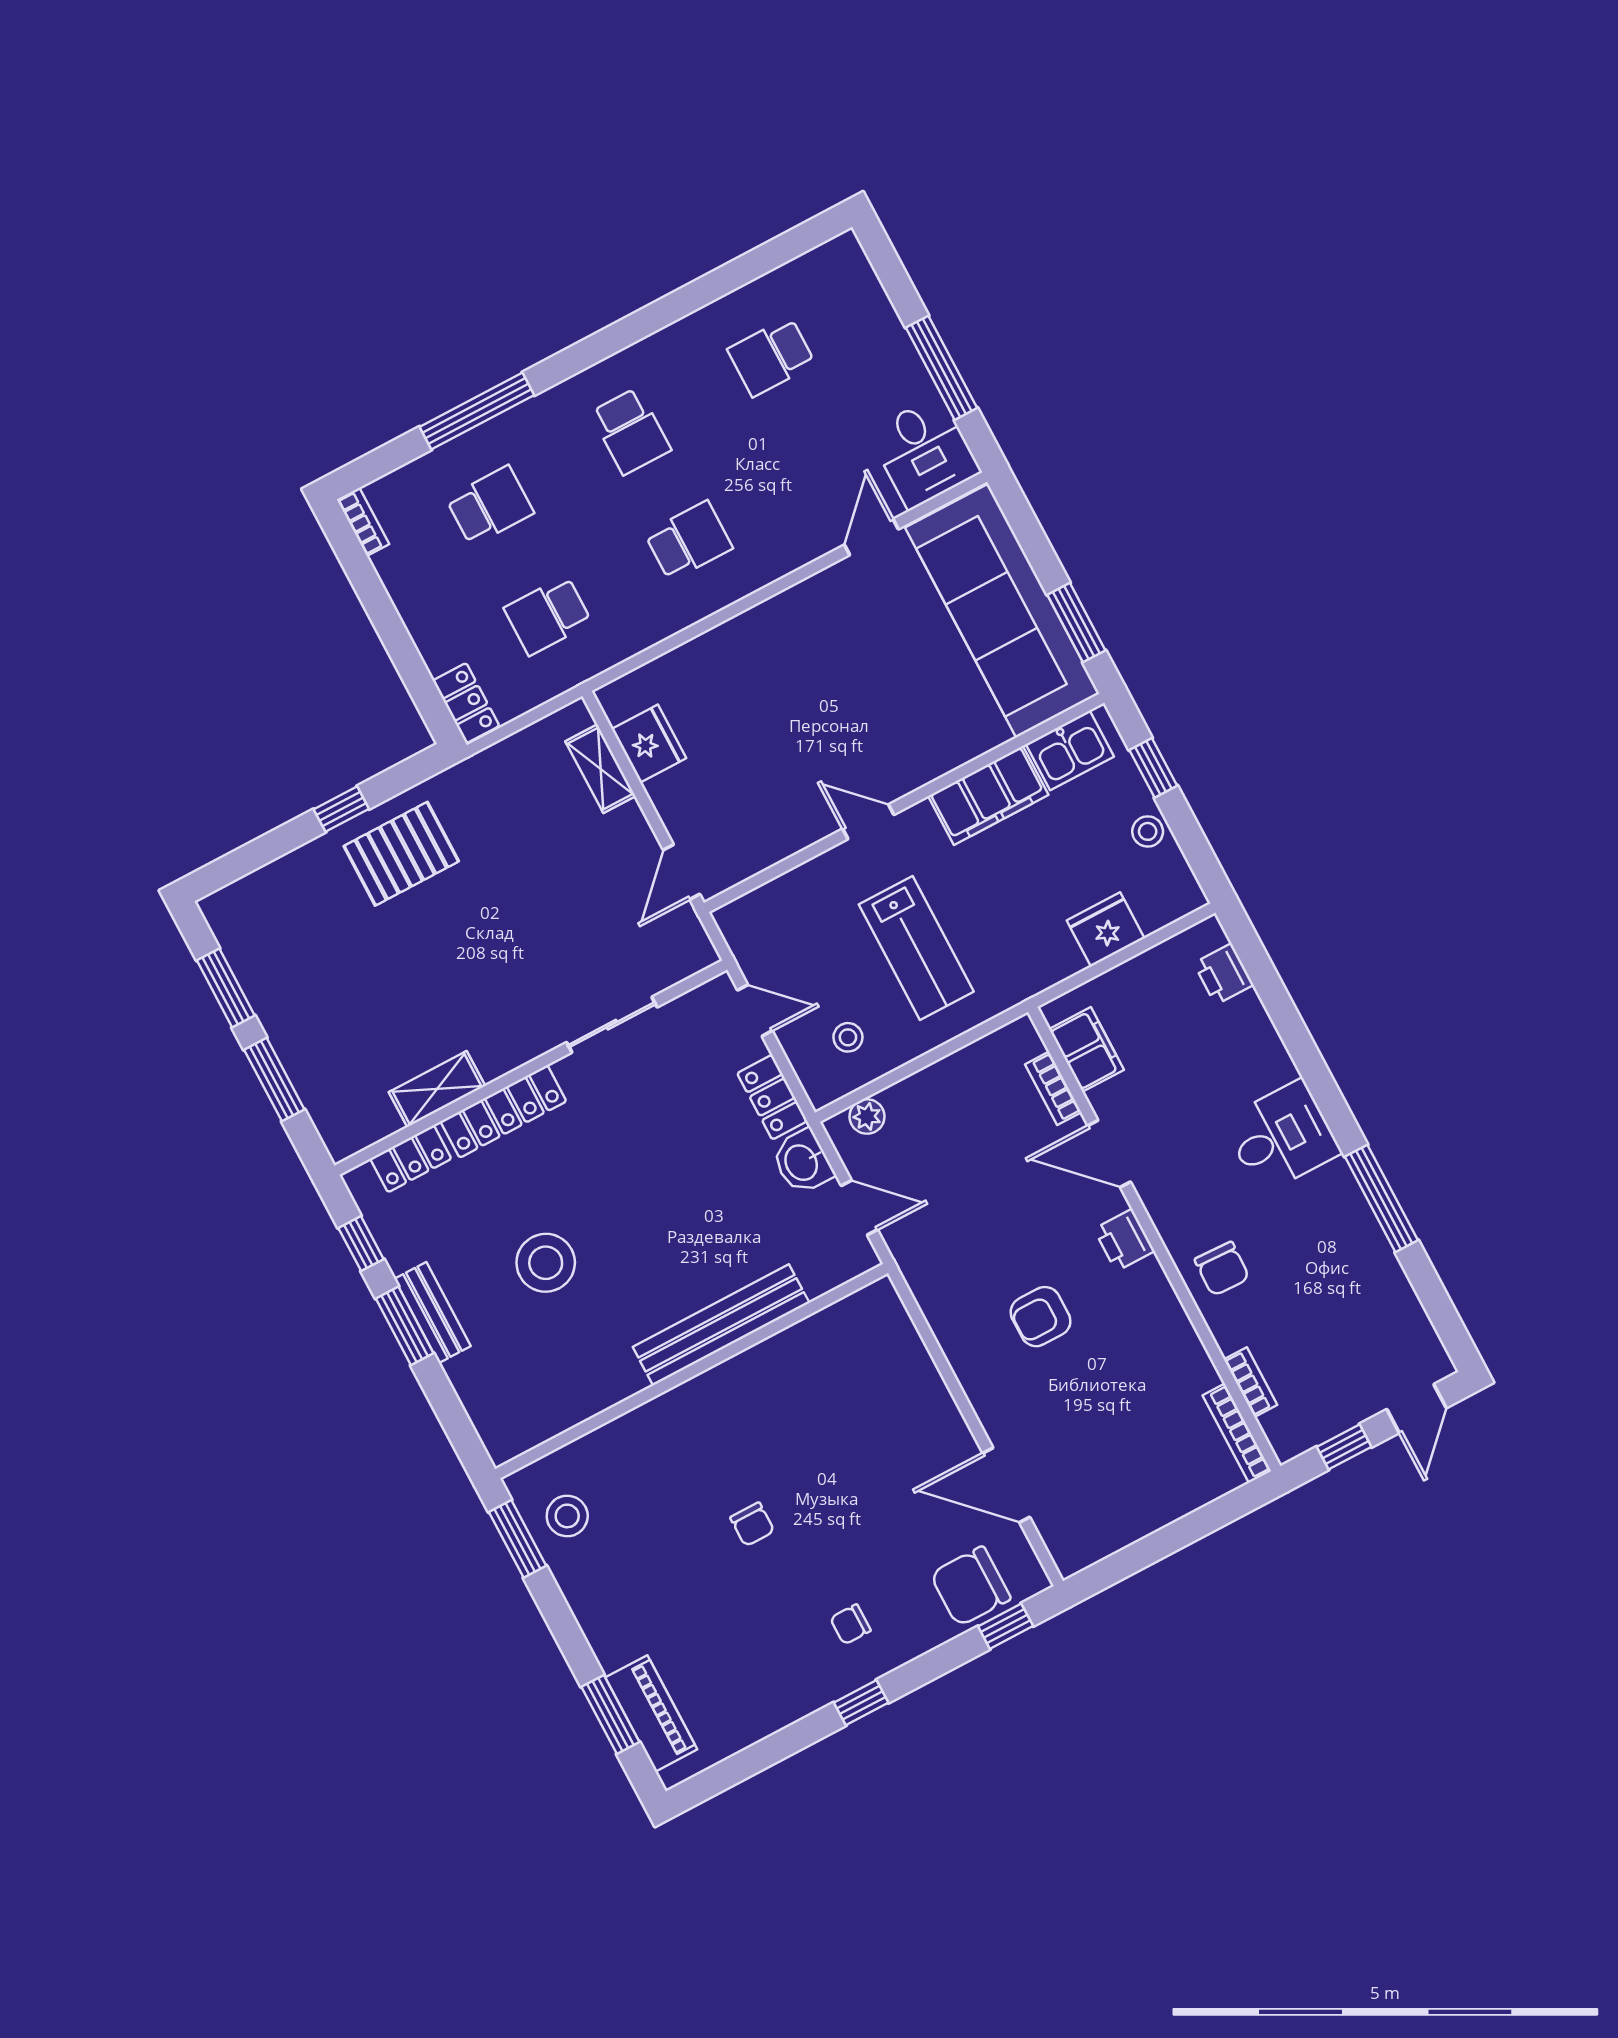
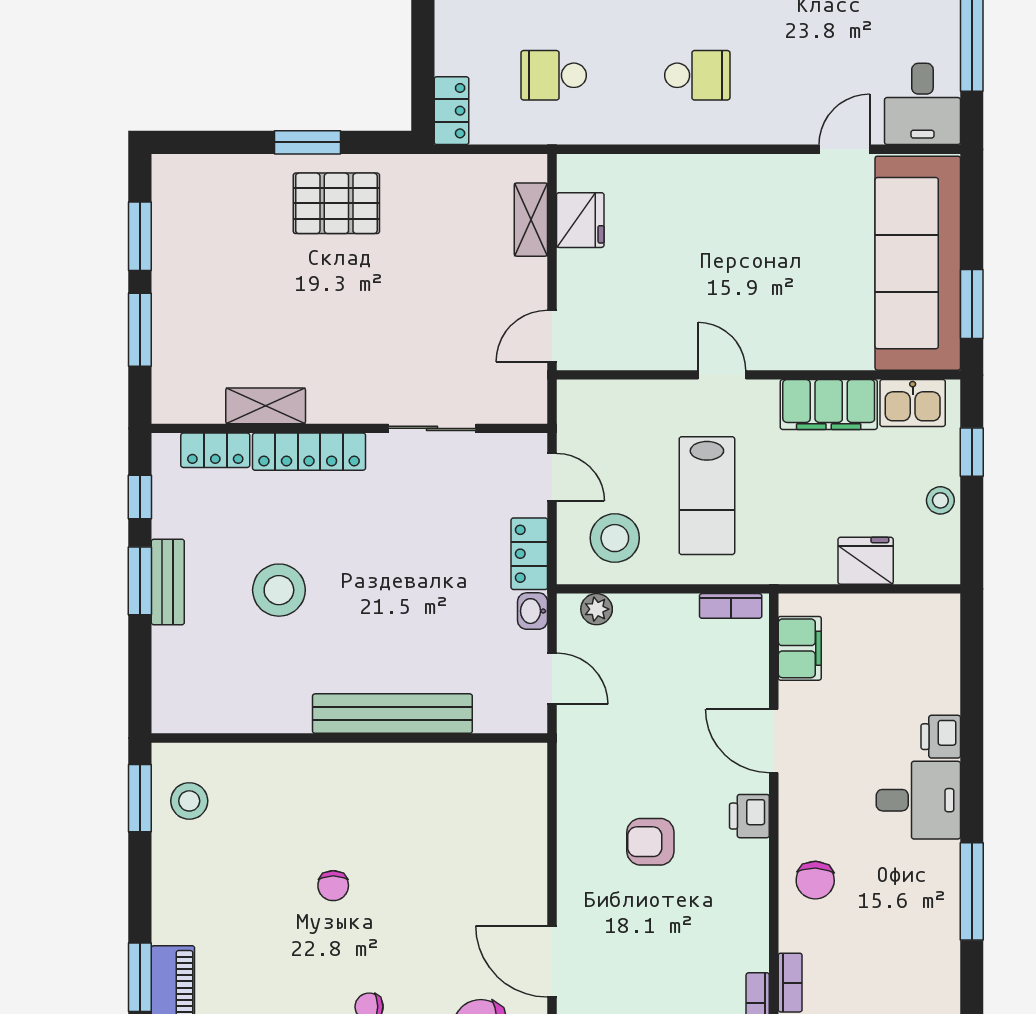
window: (341, 809) -> (308, 142), width x1.50
printer: (1224, 974) -> (941, 737), moved
stool: (848, 1037) -> (615, 538), width x1.89, depth x1.89
bookcase: (1053, 1088) -> (731, 606), moved, turned -90
washbasin: (802, 1162) -> (533, 611), width x0.72, depth x0.69

